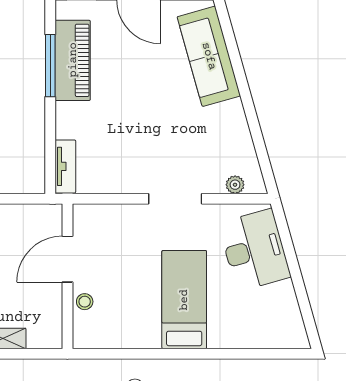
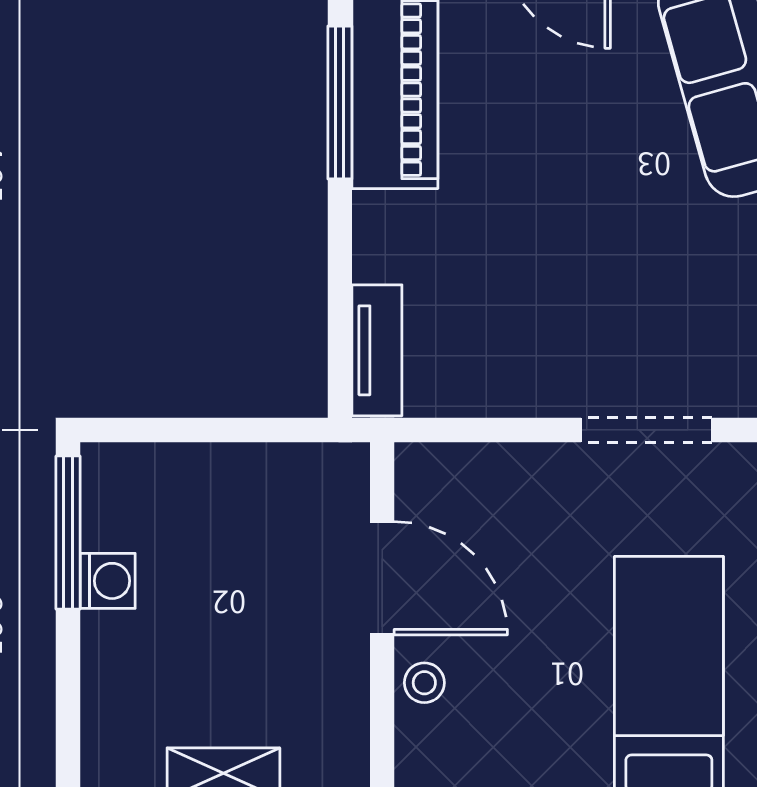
door: (67, 259) -> (382, 578), swing flipped

